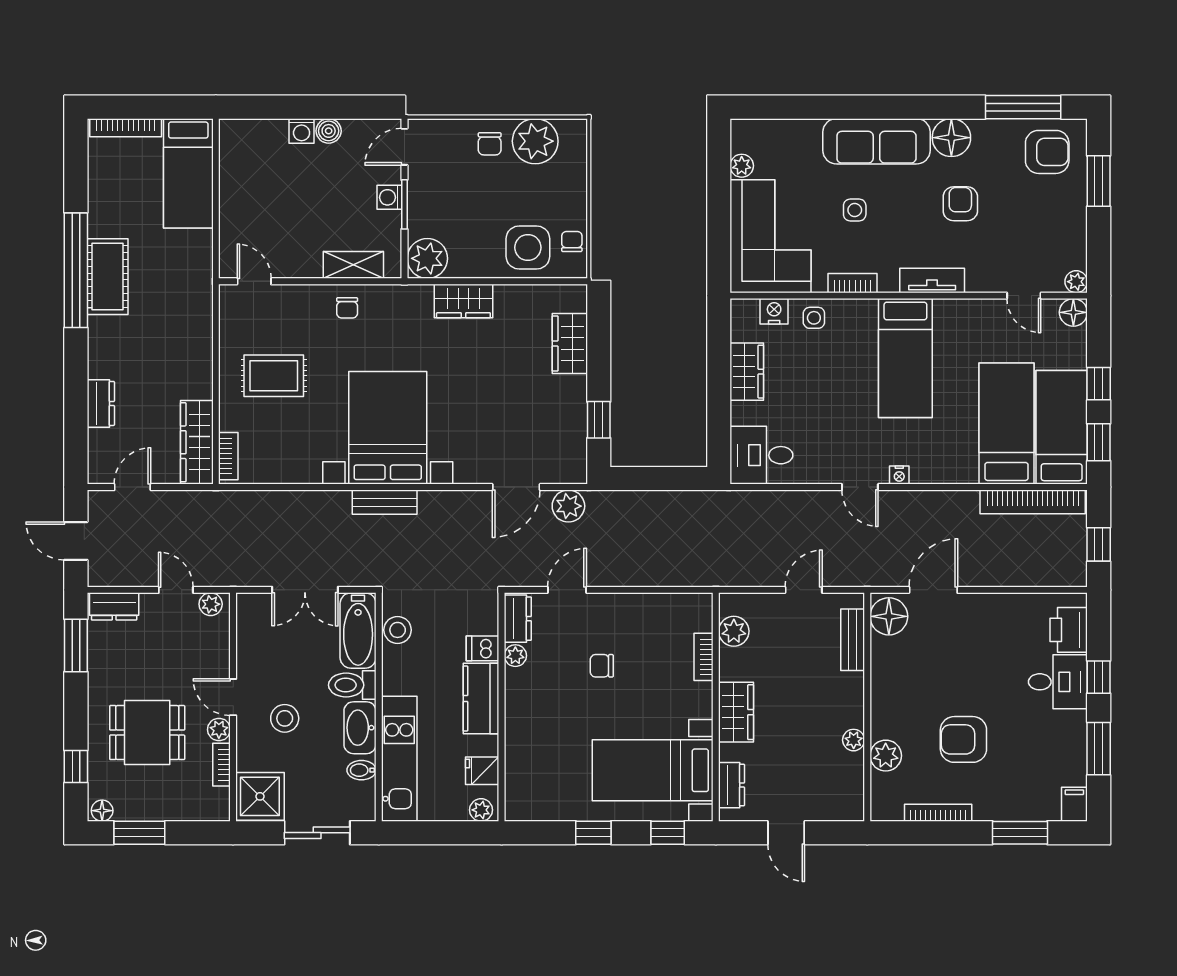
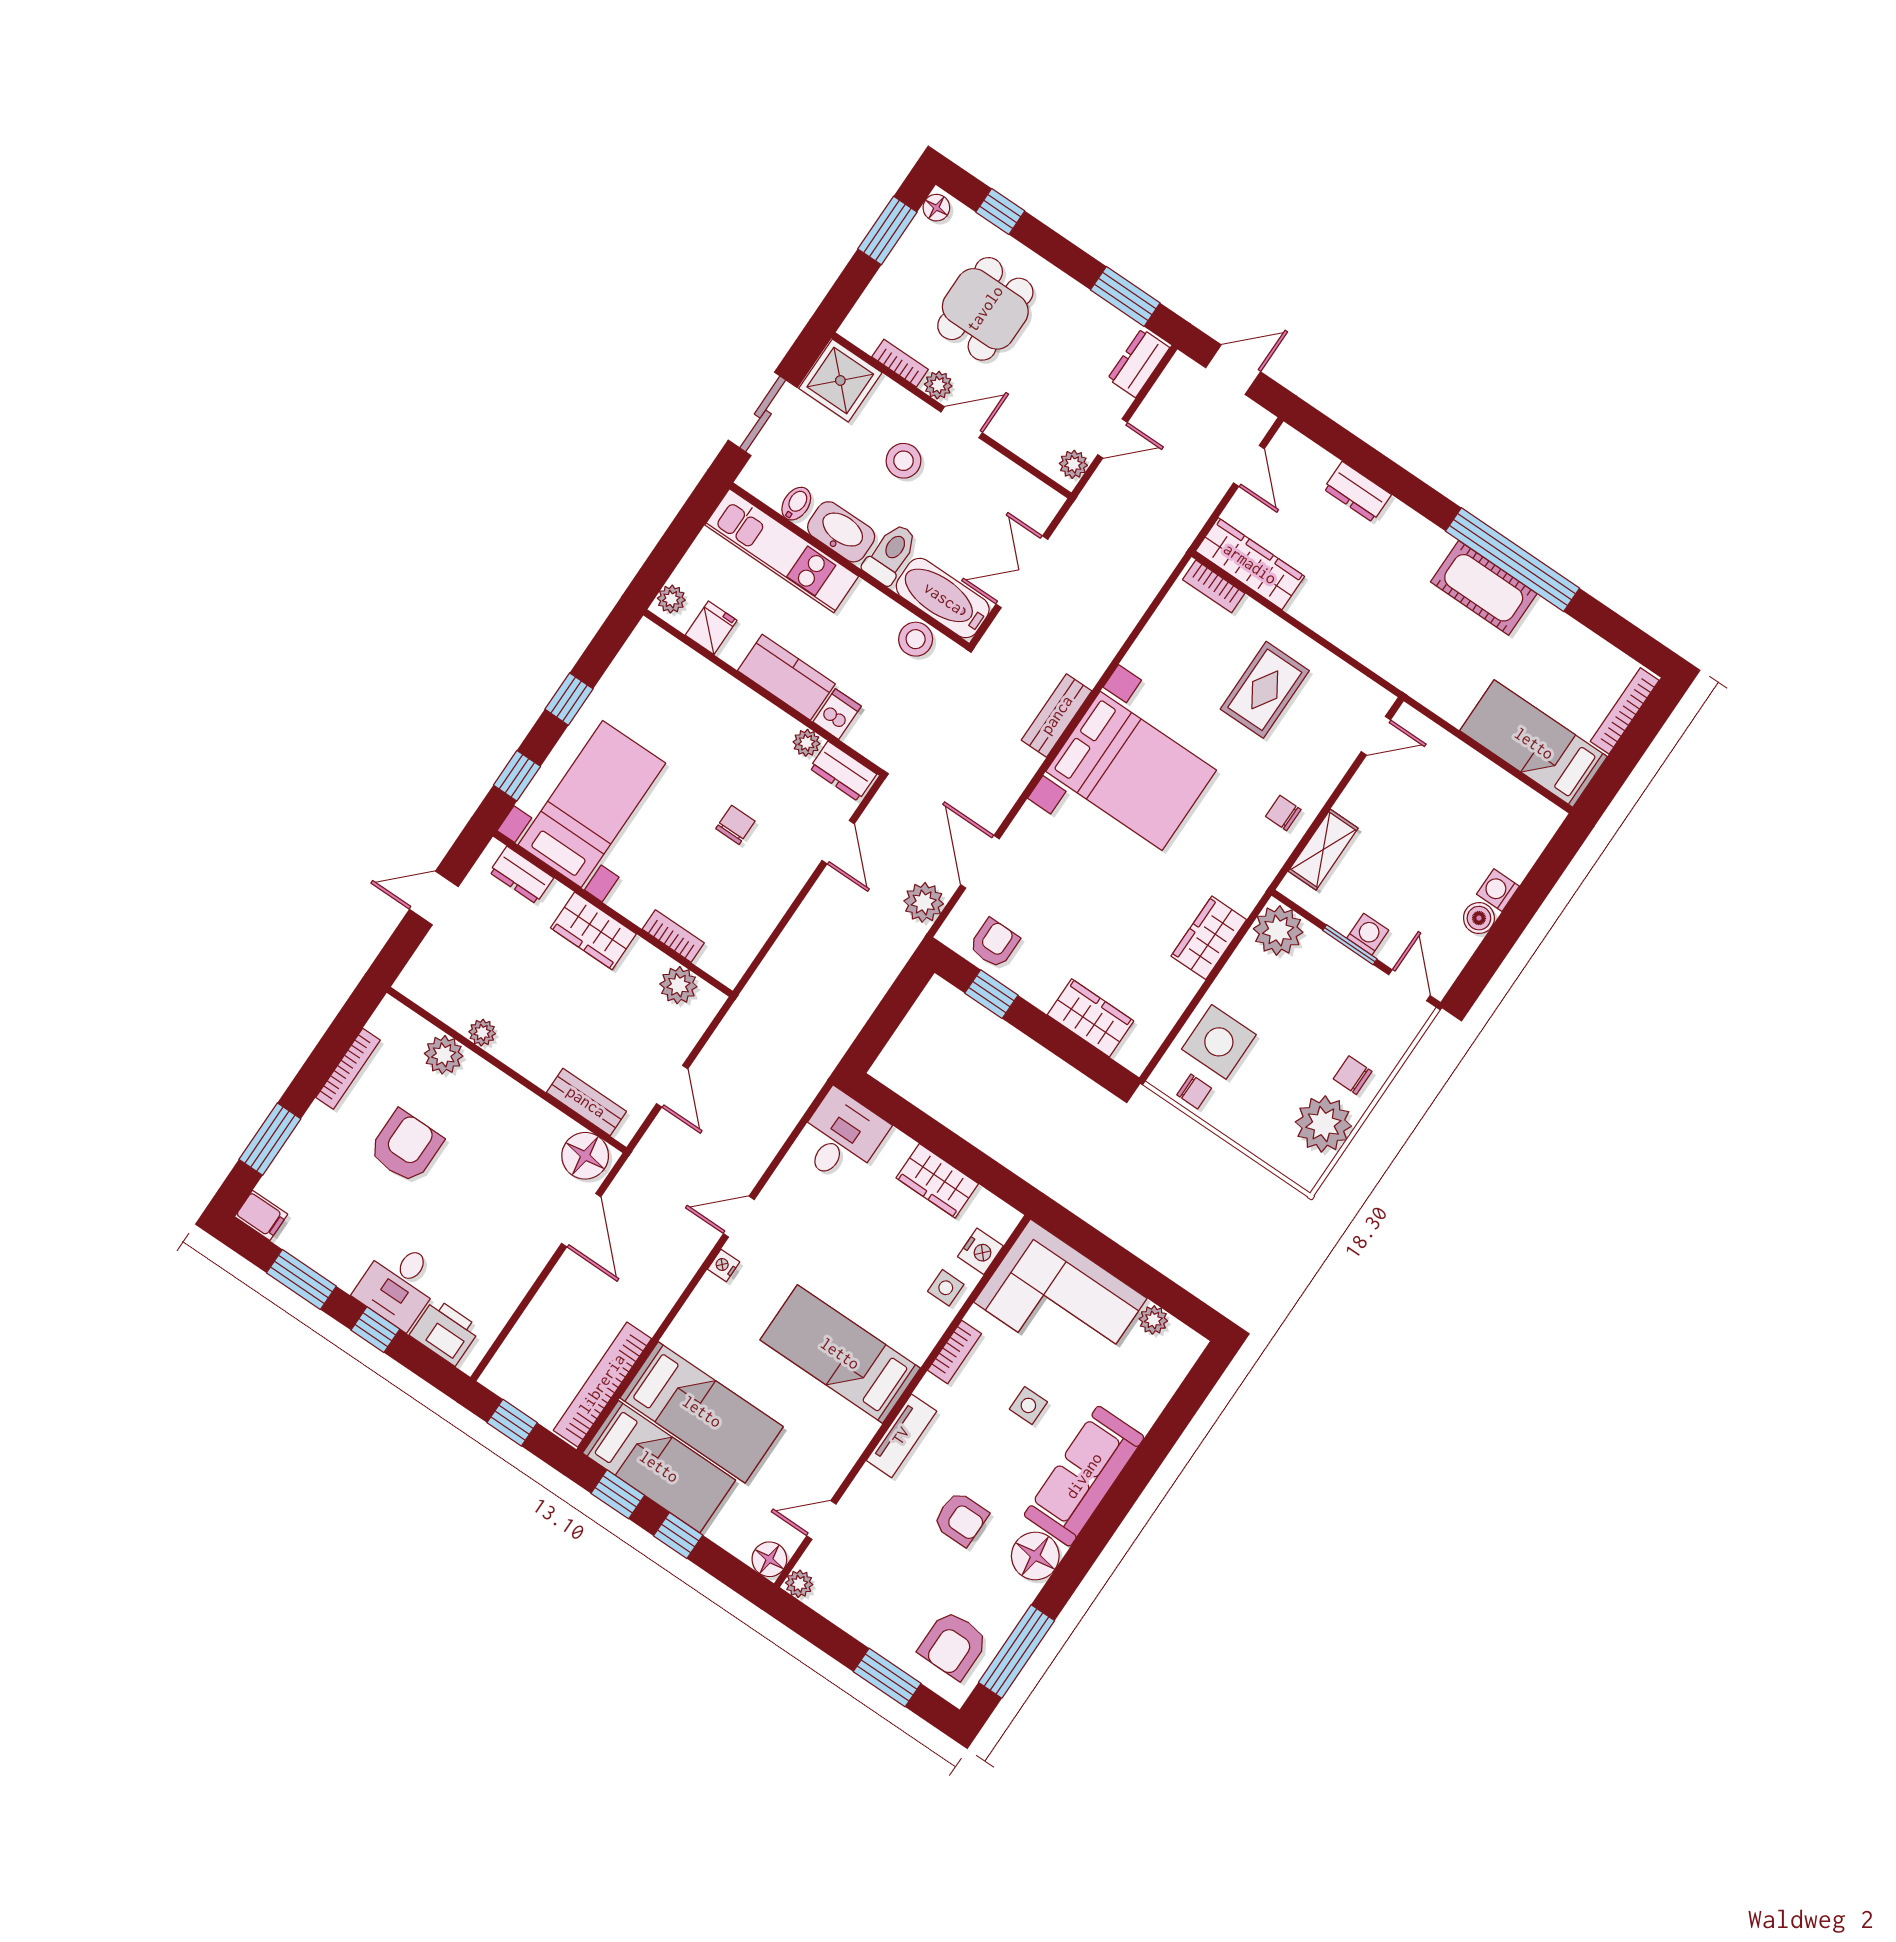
armchair: (564, 441) -> (994, 943), added

